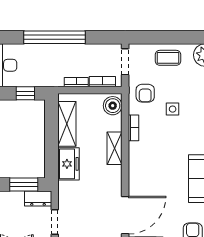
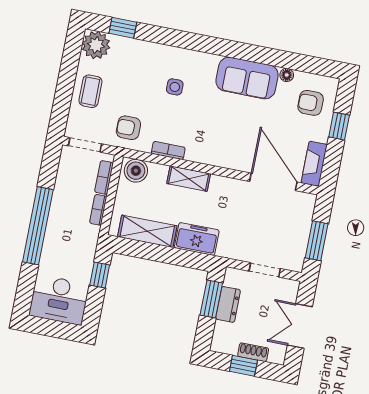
armchair: (145, 93) -> (128, 128), turned 180
side table: (173, 109) -> (175, 87), moved
dresser: (38, 198) -> (228, 304), moved

